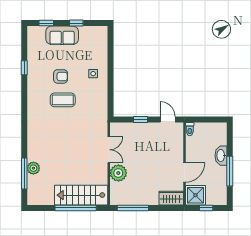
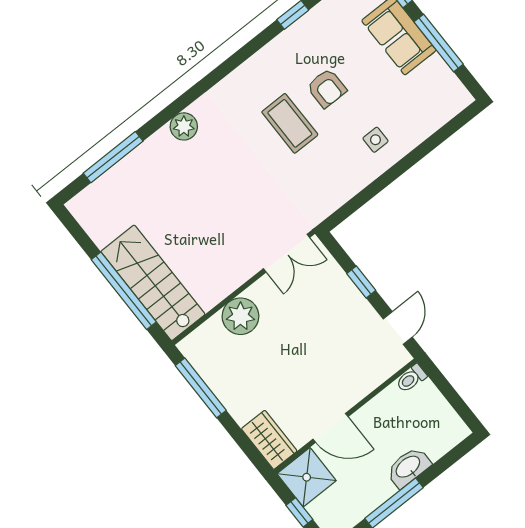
window: (76, 23) -> (439, 43), width x2.17
double door: (109, 150) -> (287, 253), moved
plant: (33, 168) -> (184, 126), moved

